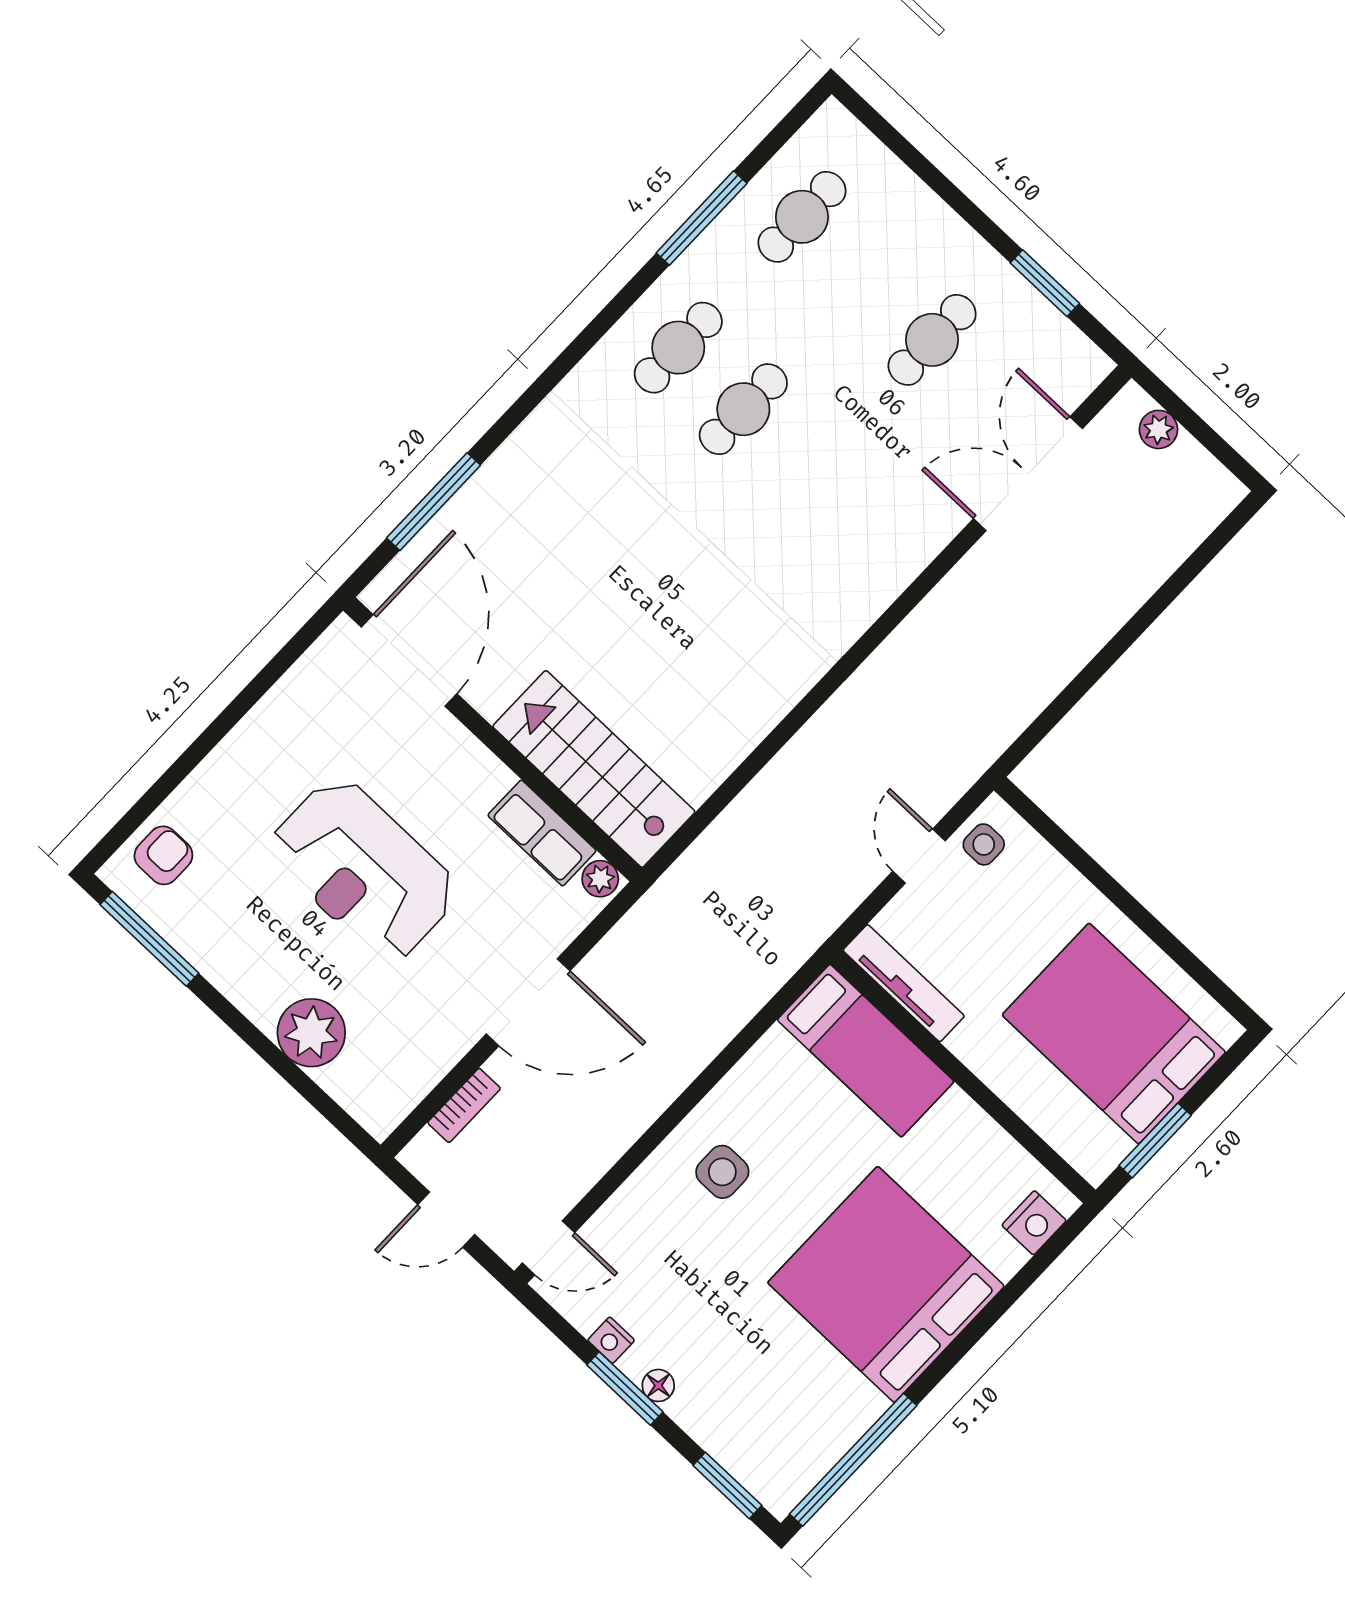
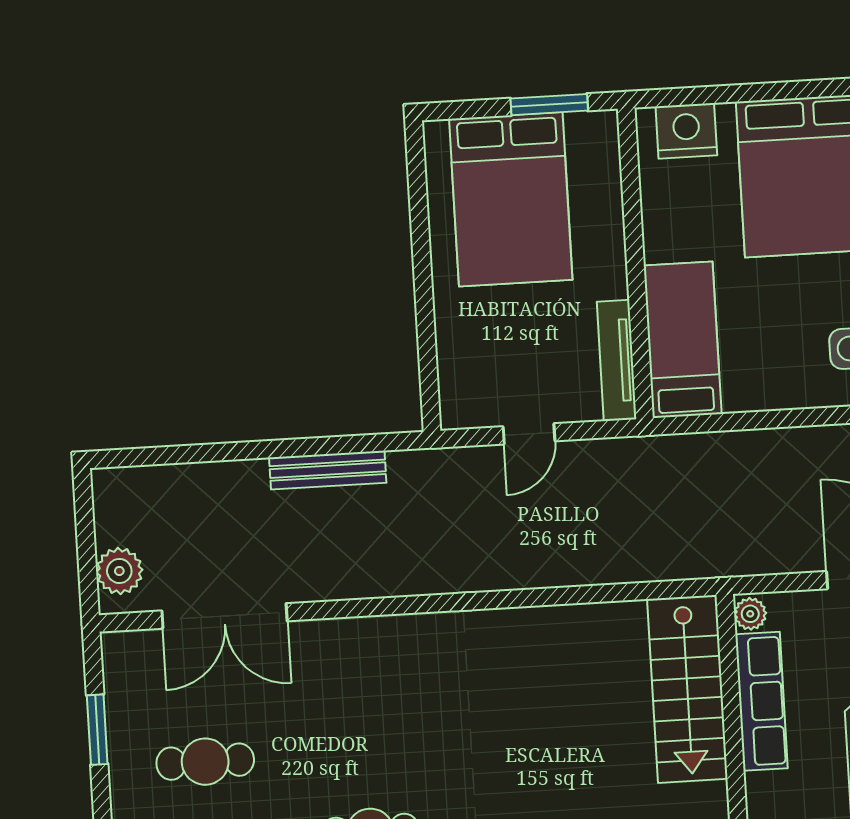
plant: (1158, 429) -> (119, 571), width x1.38, depth x1.38
bench: (1056, 672) -> (328, 470), added
row of seats: (542, 833) -> (761, 701), width x1.48
side table: (984, 844) -> (480, 402), removed
nightstand: (1034, 1223) -> (686, 131), width x1.36, depth x1.33

